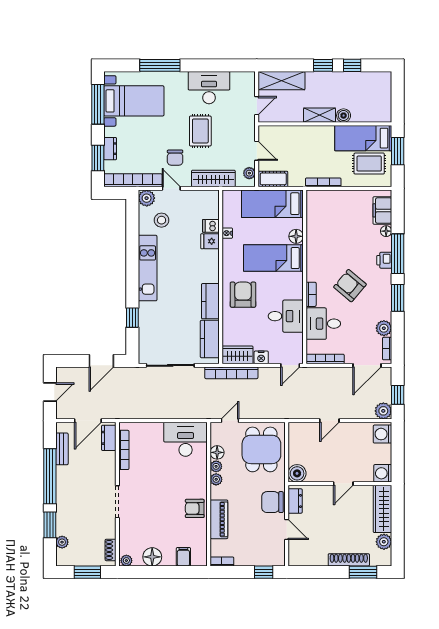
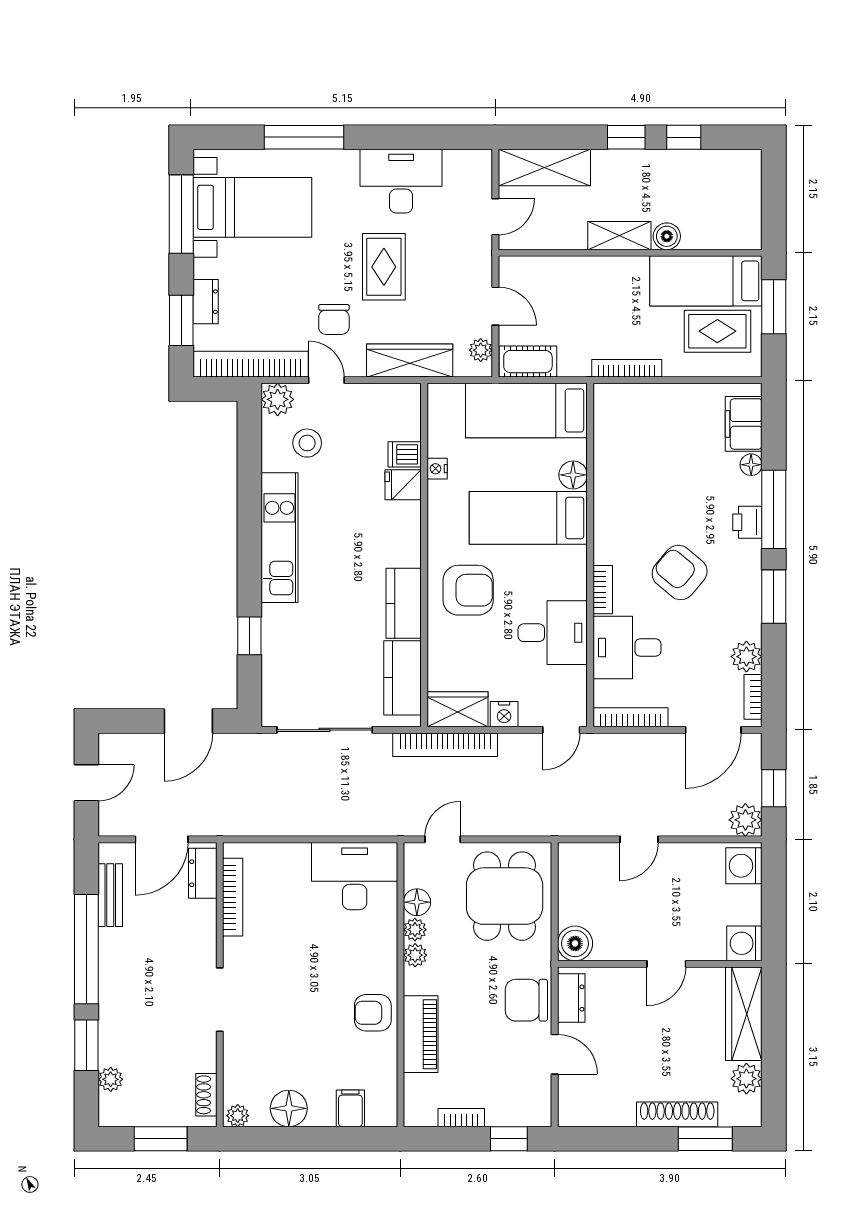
armchair: (243, 295) -> (468, 590), turned 90
bookcase: (222, 562) -> (461, 1118), moved

